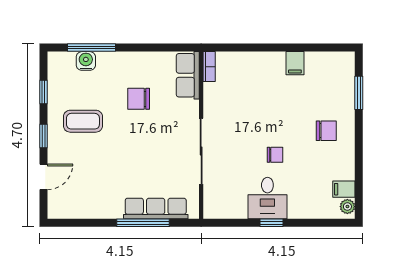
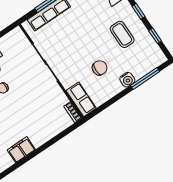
water cooler: (86, 61) -> (127, 80), moved
filing cabinet: (295, 63) -> (21, 150), width x2.00
coffee table: (83, 121) -> (122, 34), turned 90

